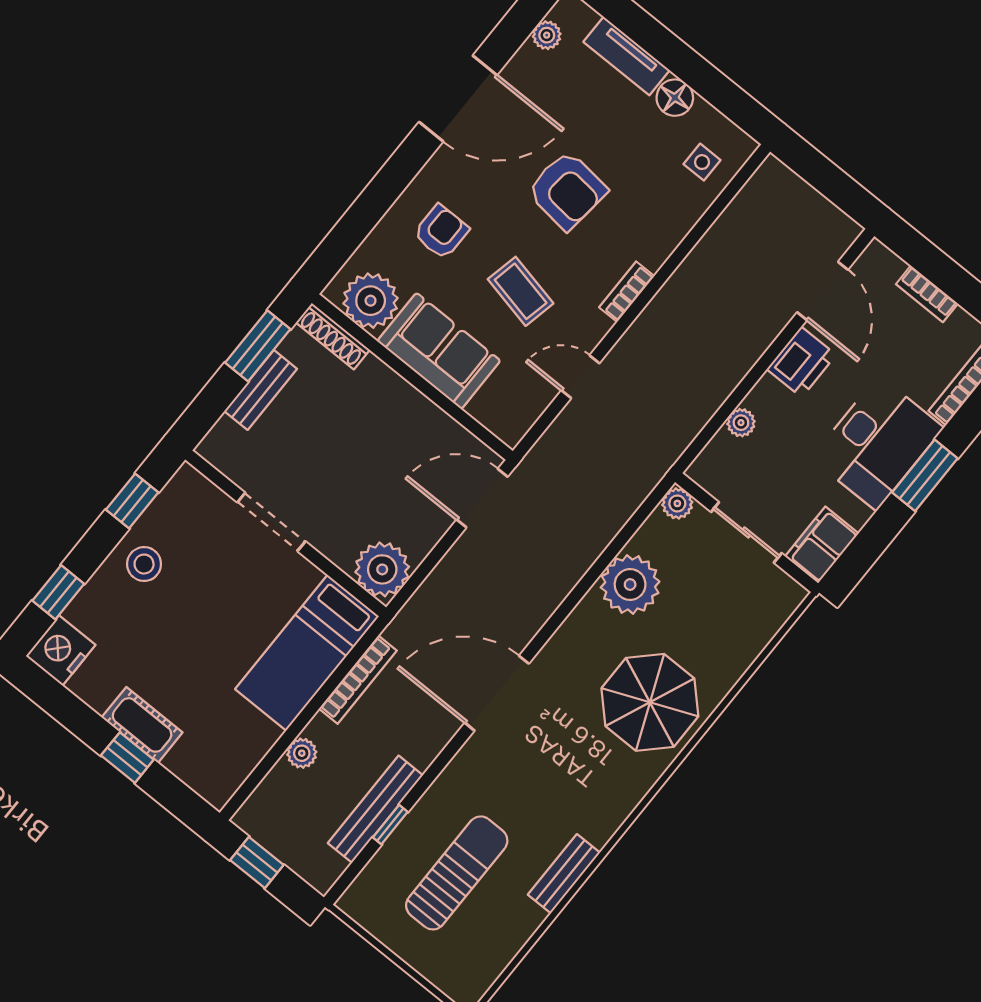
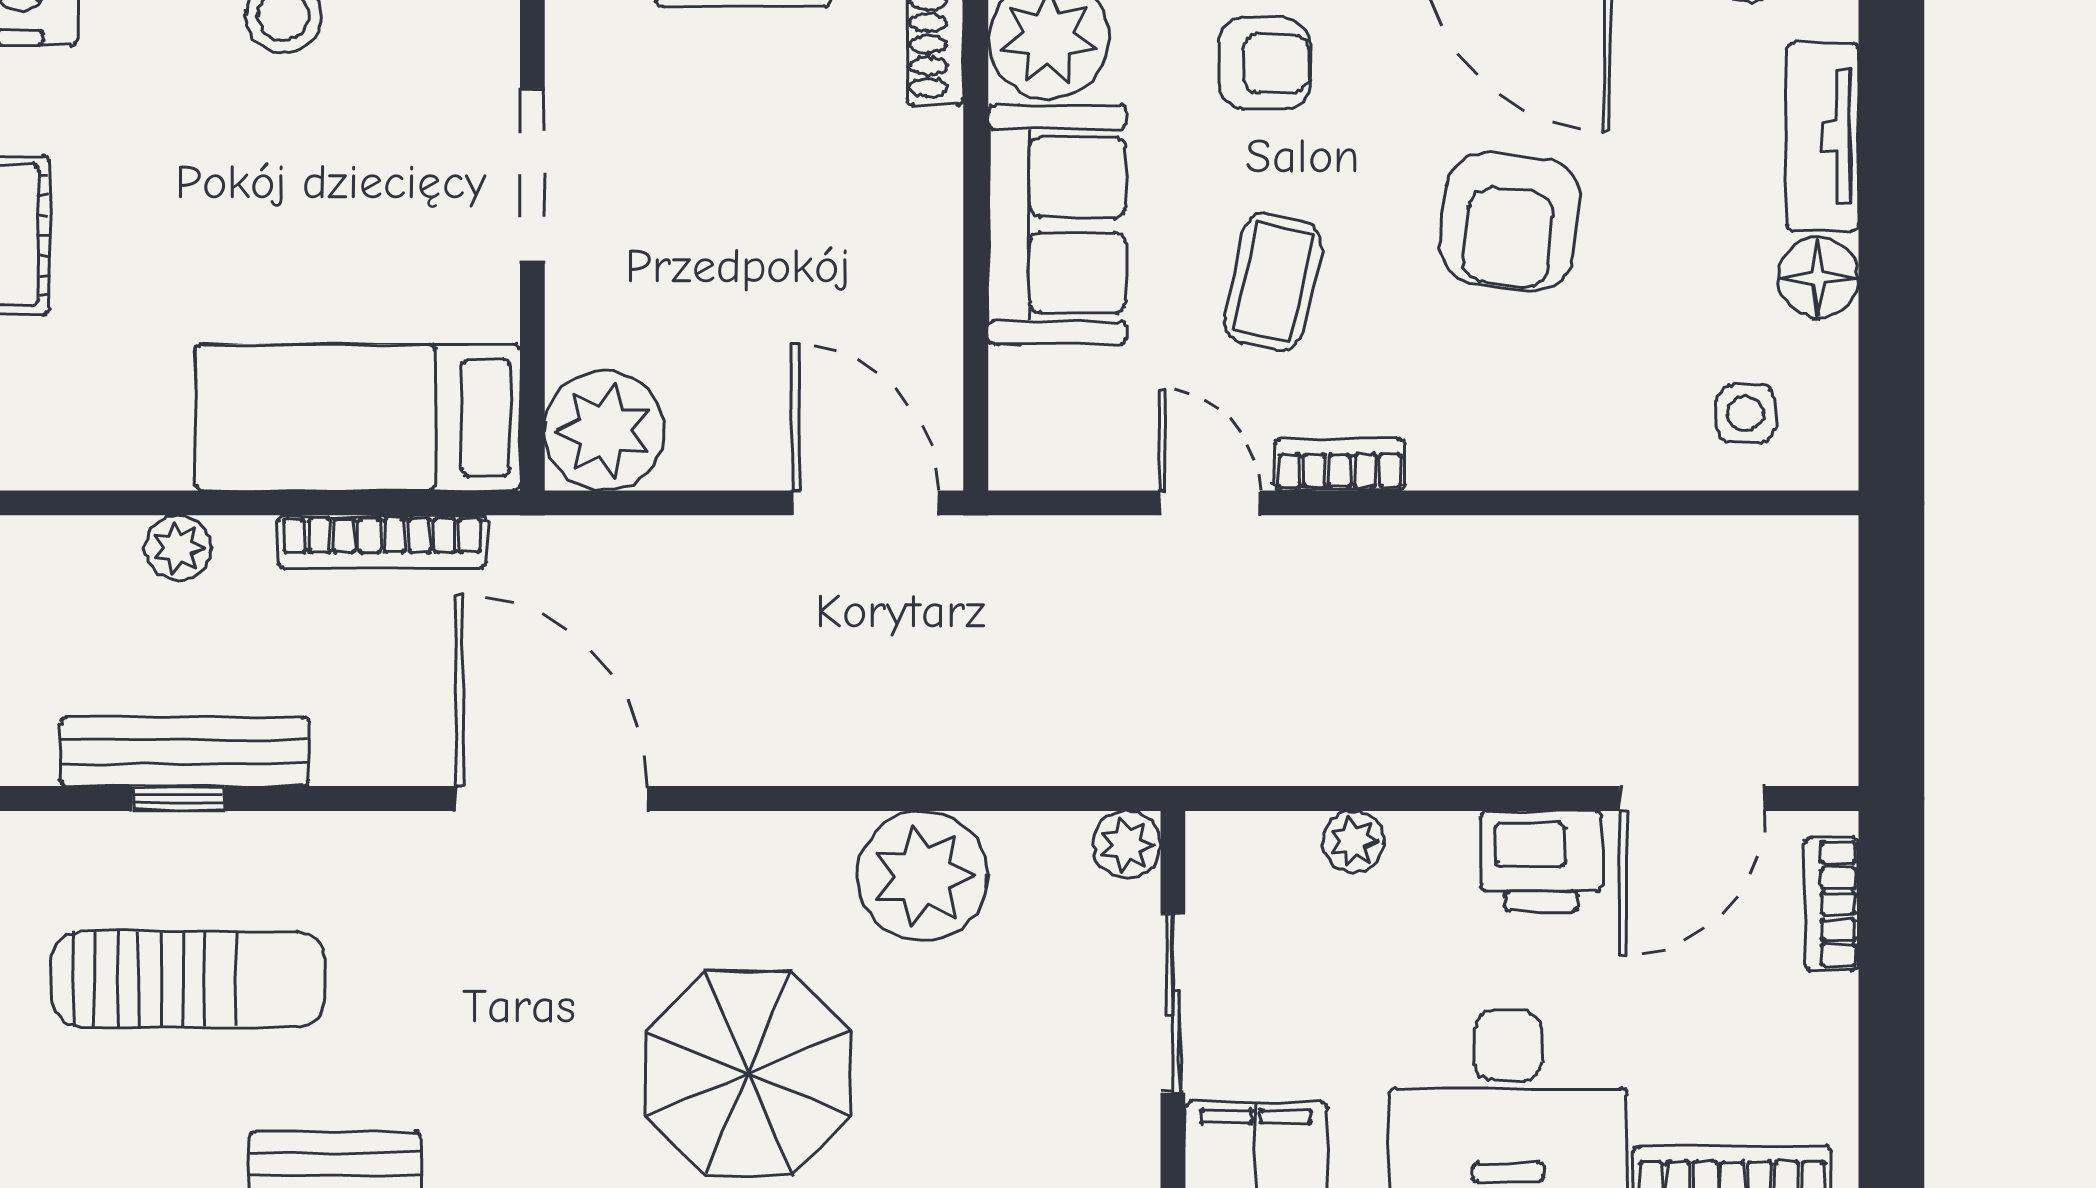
bookcase: (627, 292) -> (1340, 464), moved
bookcase: (927, 294) -> (1832, 904), moved

